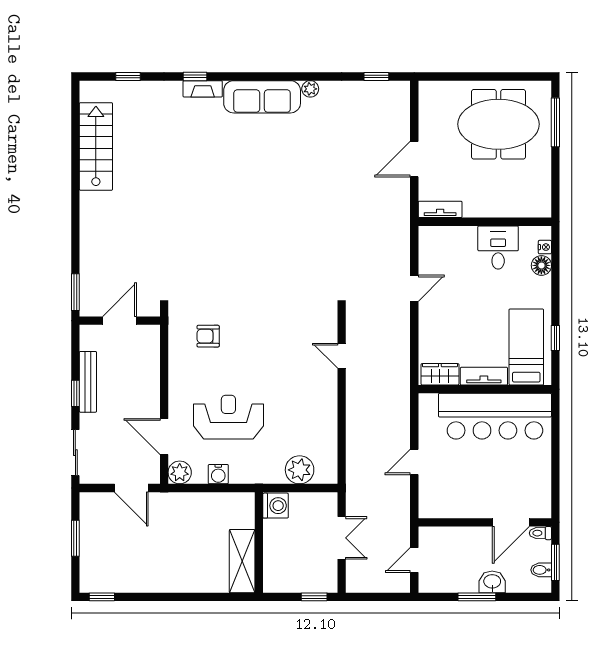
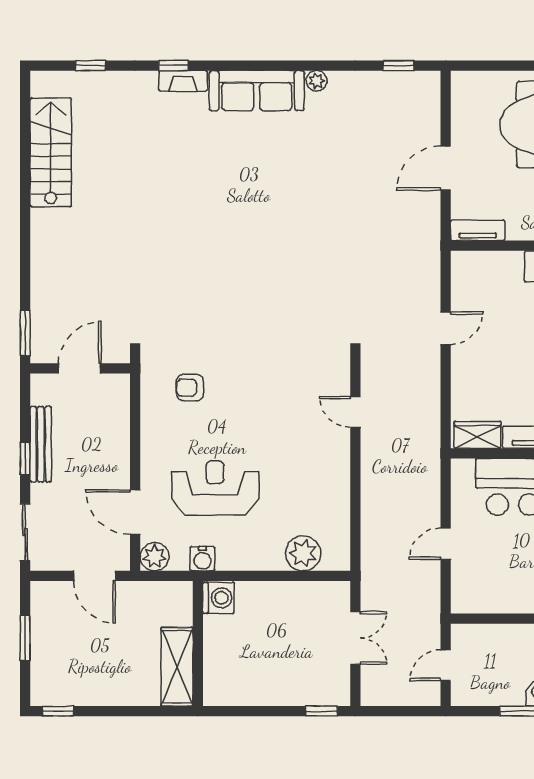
washing machine: (276, 506) -> (218, 598), moved
wall: (259, 542) -> (198, 644), moved
shelving: (242, 561) -> (177, 667), moved

